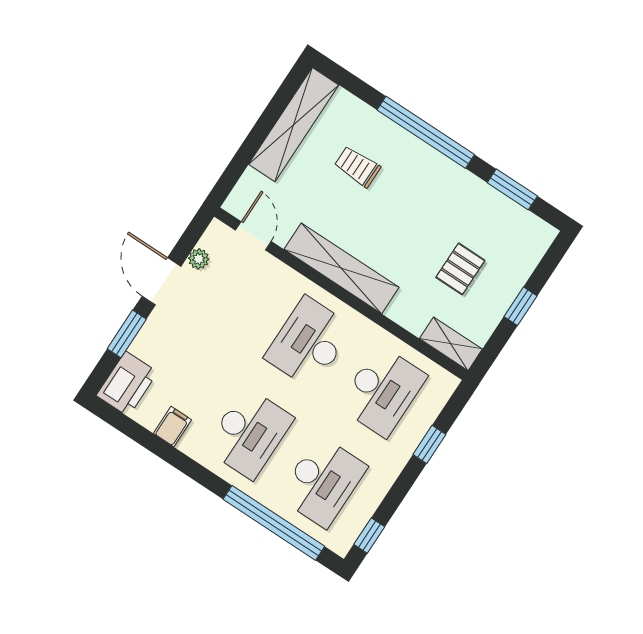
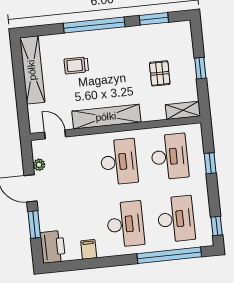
desk: (309, 343) -> (119, 162), turned 180

